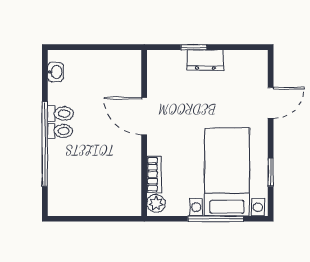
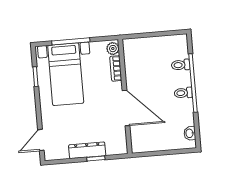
dresser: (205, 60) -> (87, 150), width x1.44
door: (271, 103) -> (41, 140), moved
toilet: (60, 114) -> (181, 65), moved
door: (144, 116) -> (126, 108), width x1.36

